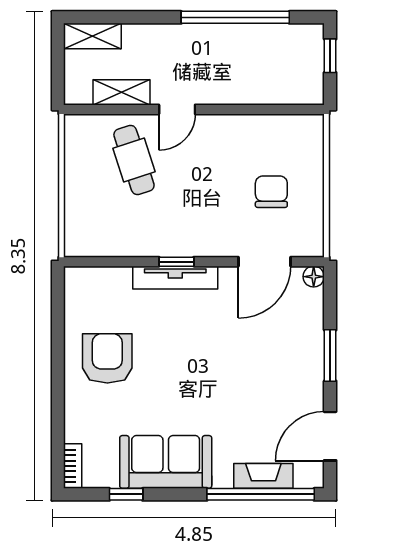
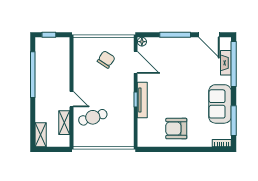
chair: (271, 192) -> (106, 59), turned 123
window: (330, 356) -> (175, 35), width x1.44
window: (126, 494) -> (234, 121), width x2.17

